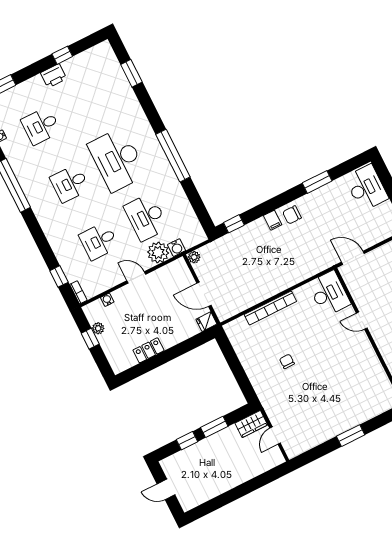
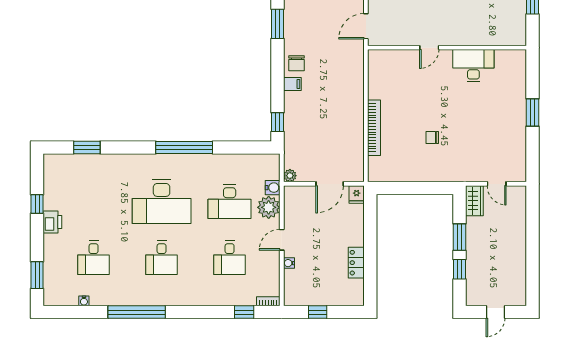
desk: (329, 294) -> (473, 66), moved
water cooler: (107, 300) -> (289, 263), moved
plant: (98, 328) -> (312, 300), removed

